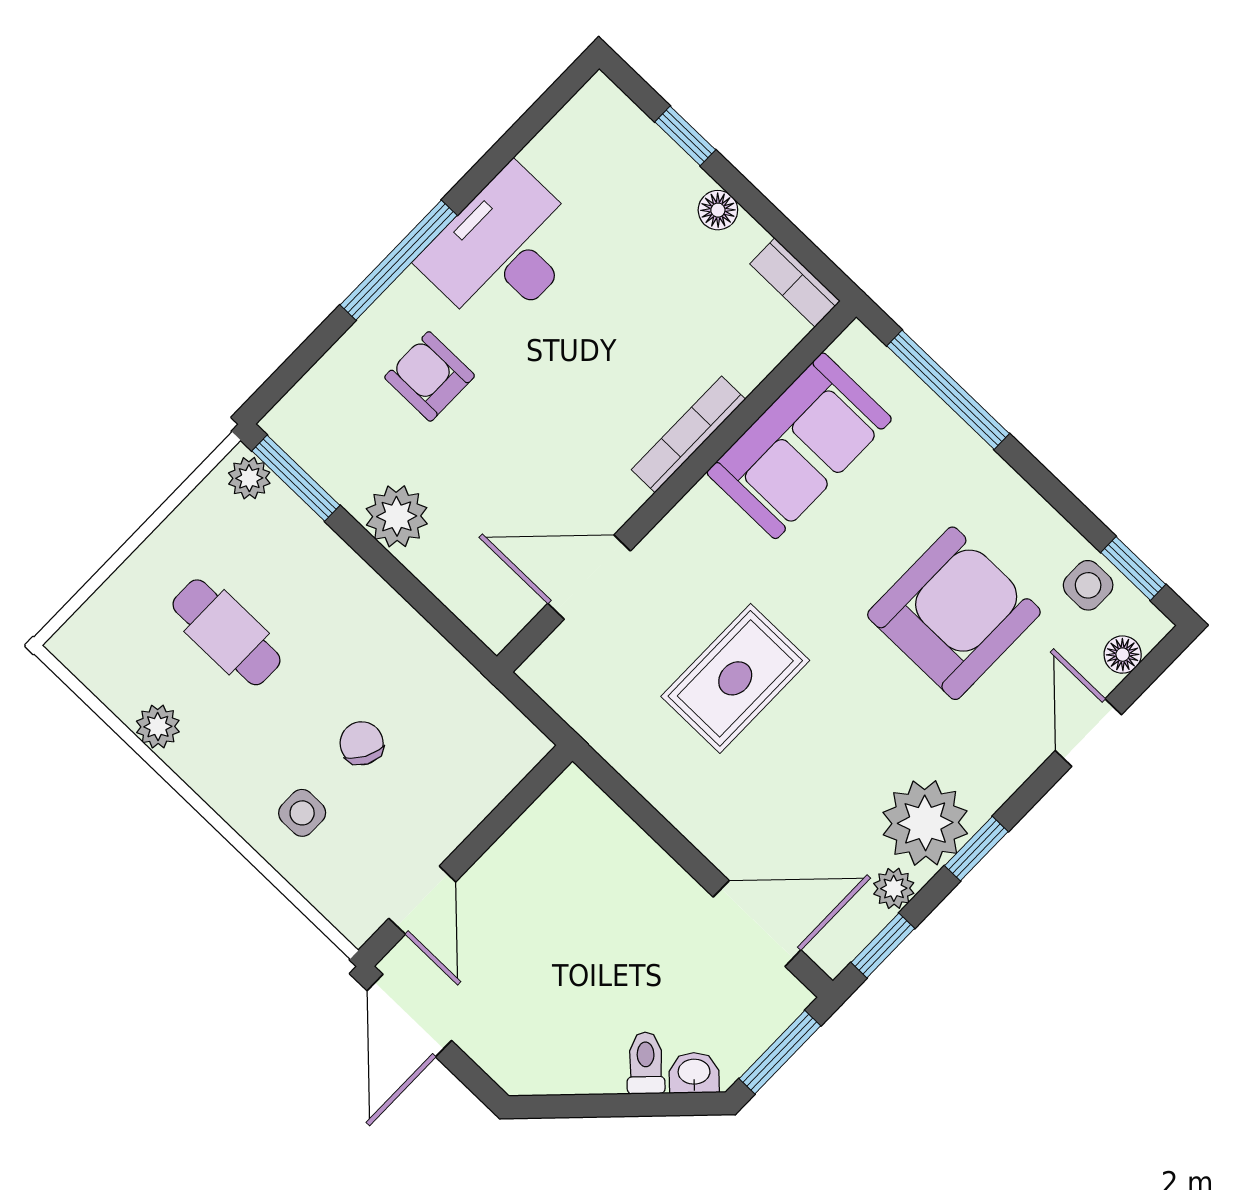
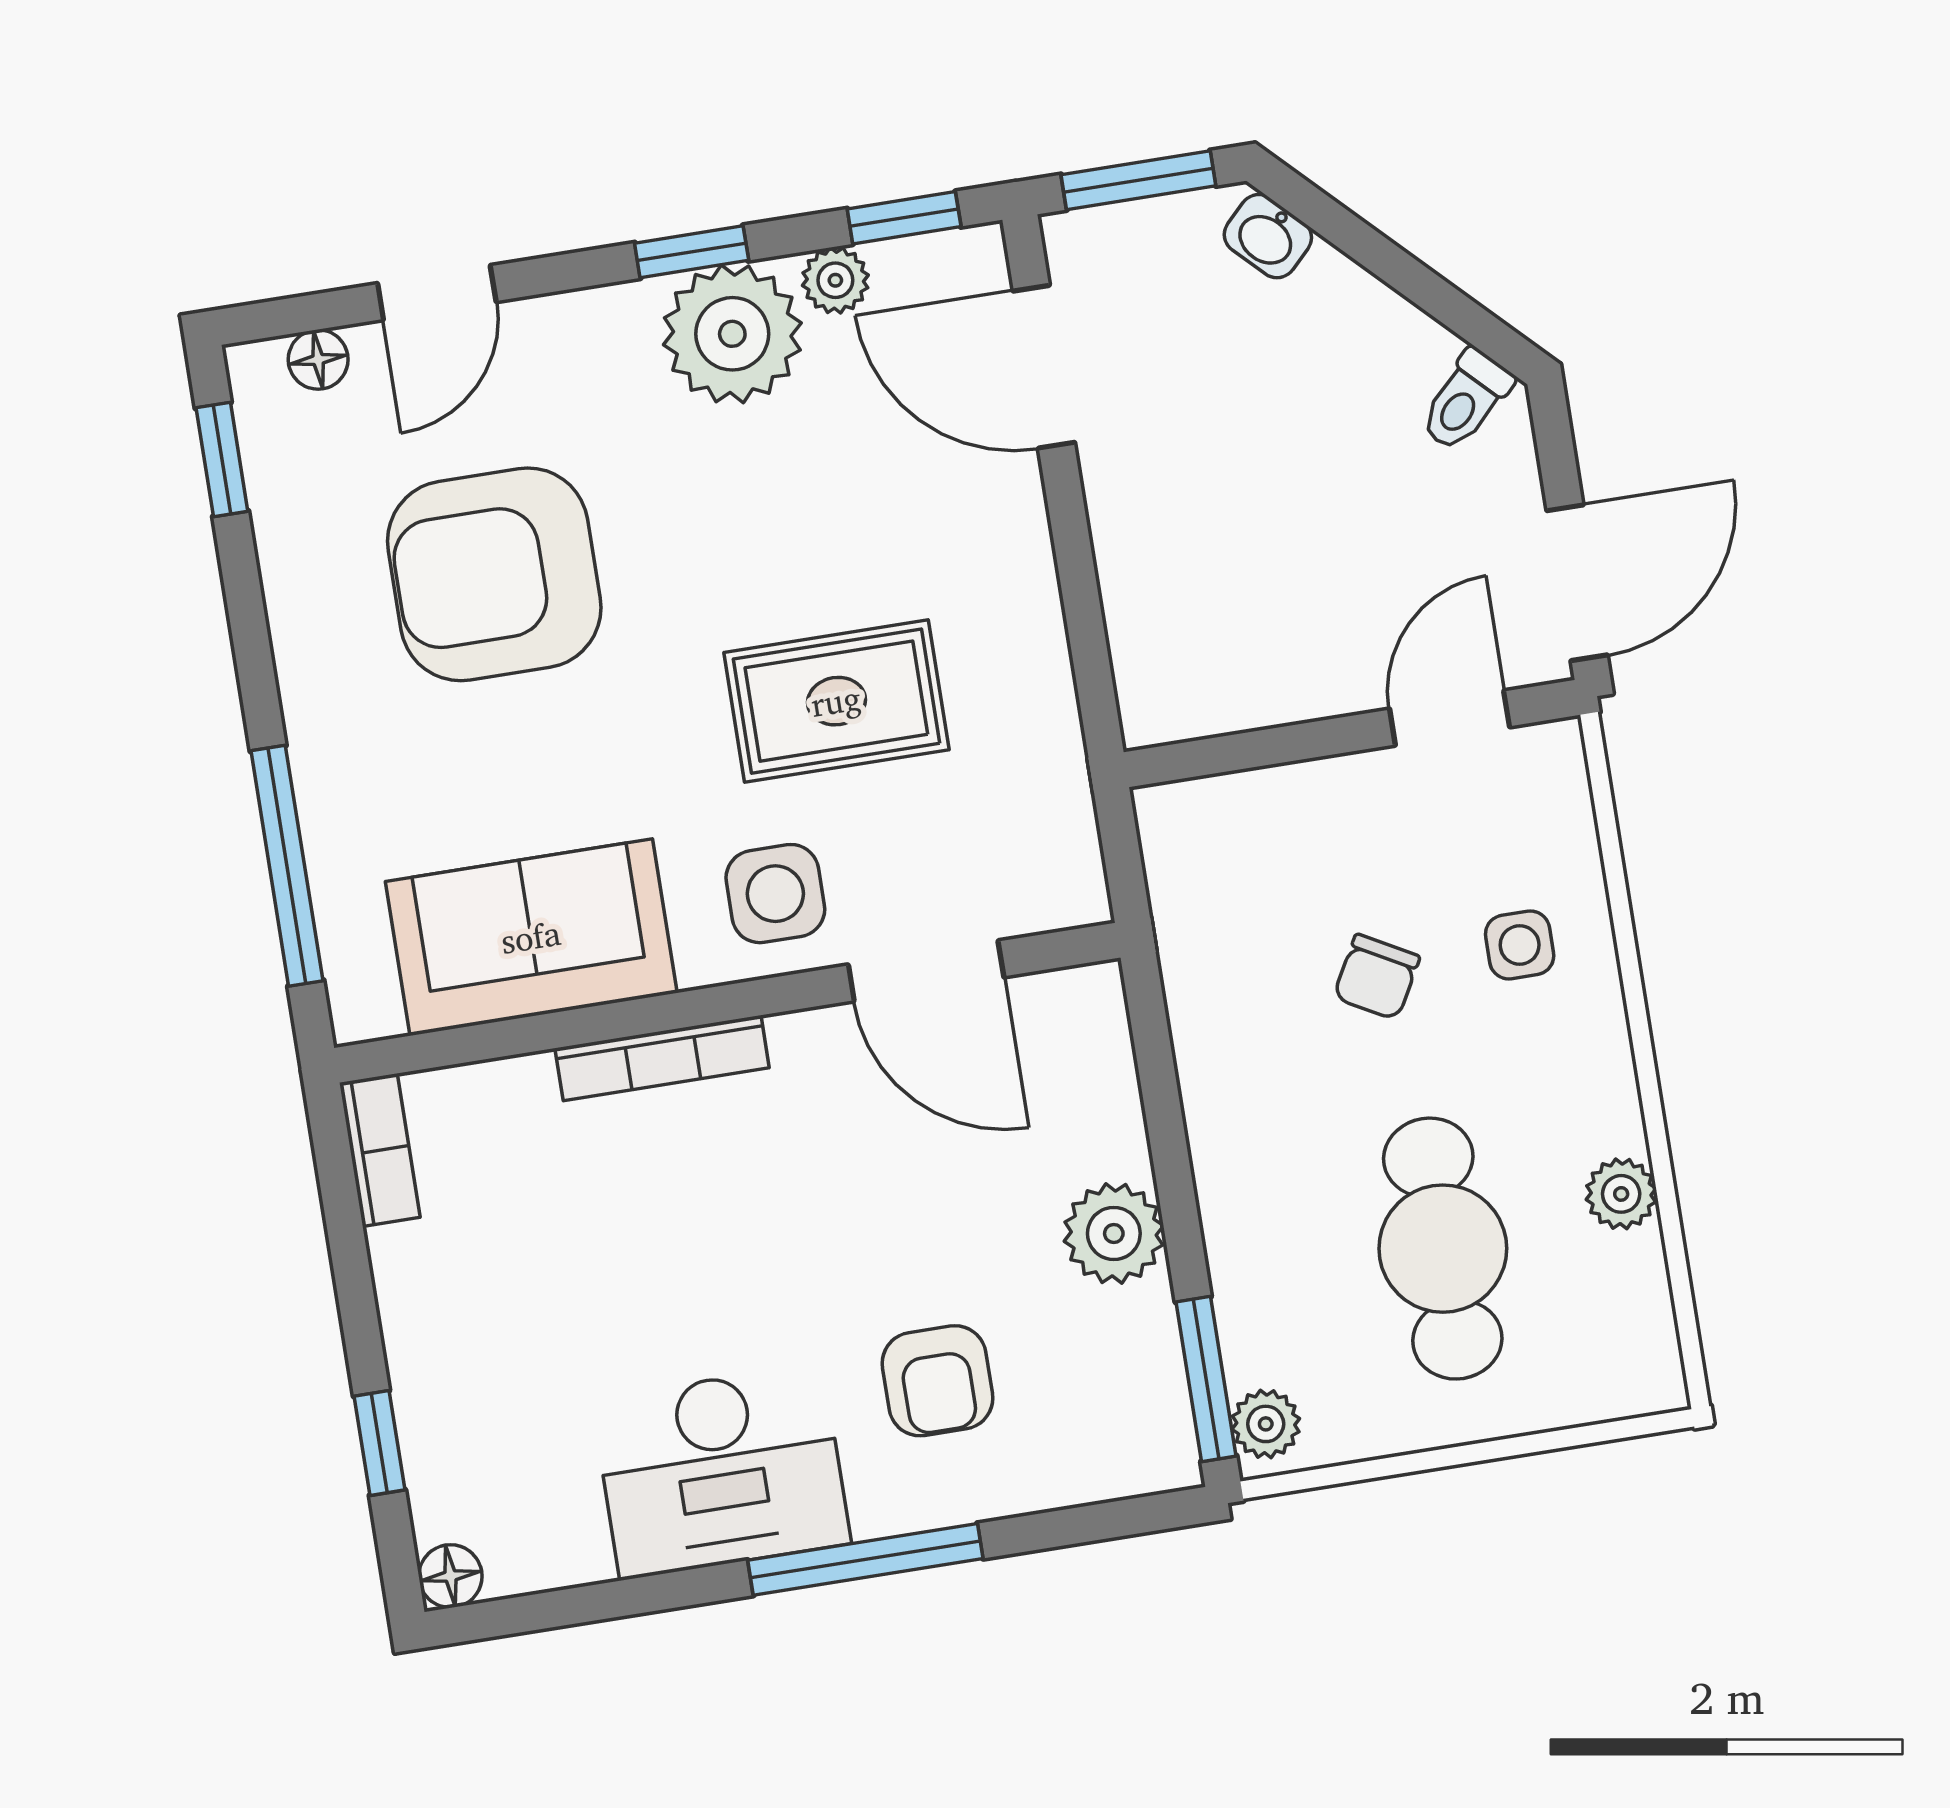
floor lamp: (718, 210) -> (450, 1576), moved
side table: (1088, 585) -> (775, 894), moved, width x1.37, depth x1.37
cafe table: (227, 632) -> (1443, 1249), width x1.37, depth x1.35
toilet: (646, 1063) -> (1466, 400), moved

